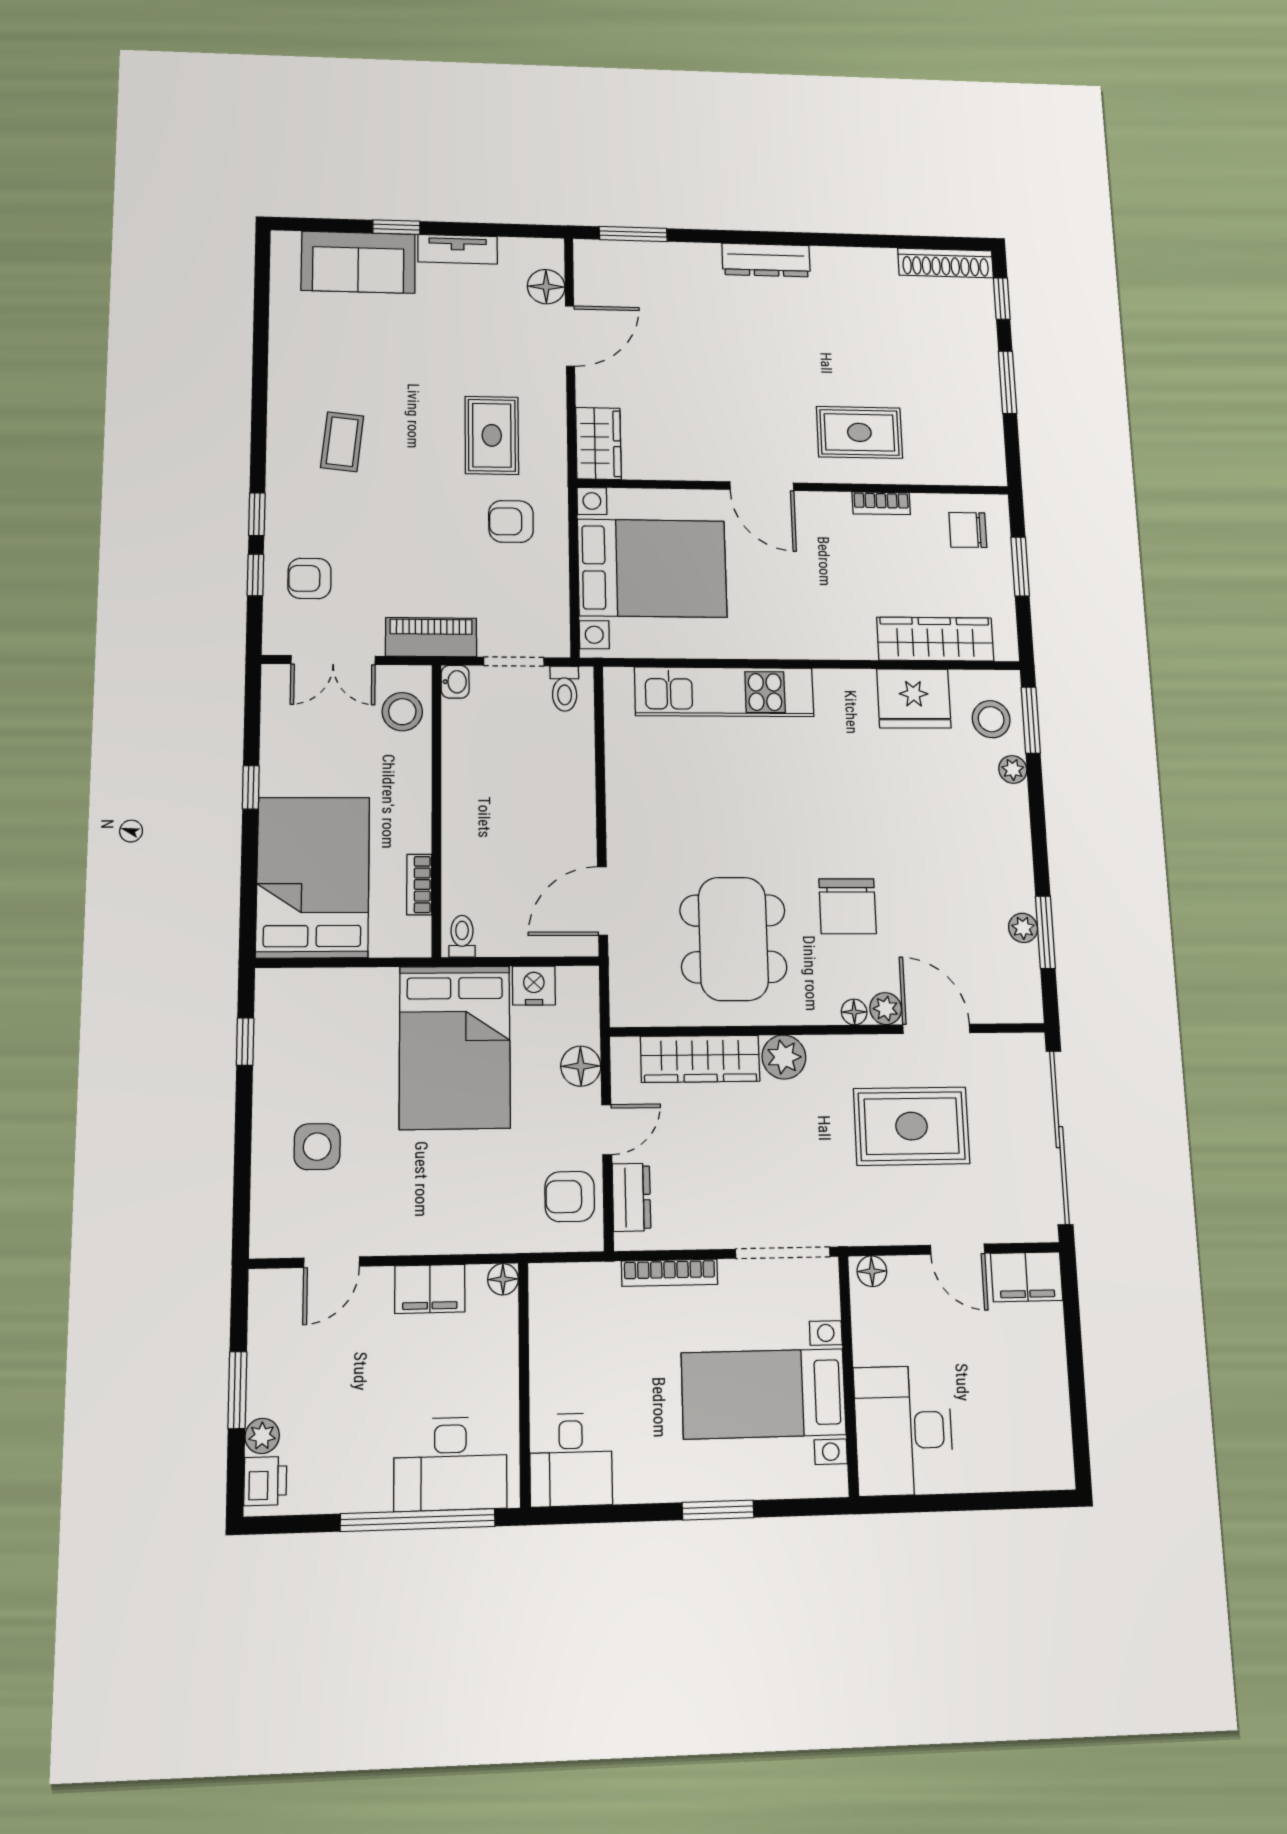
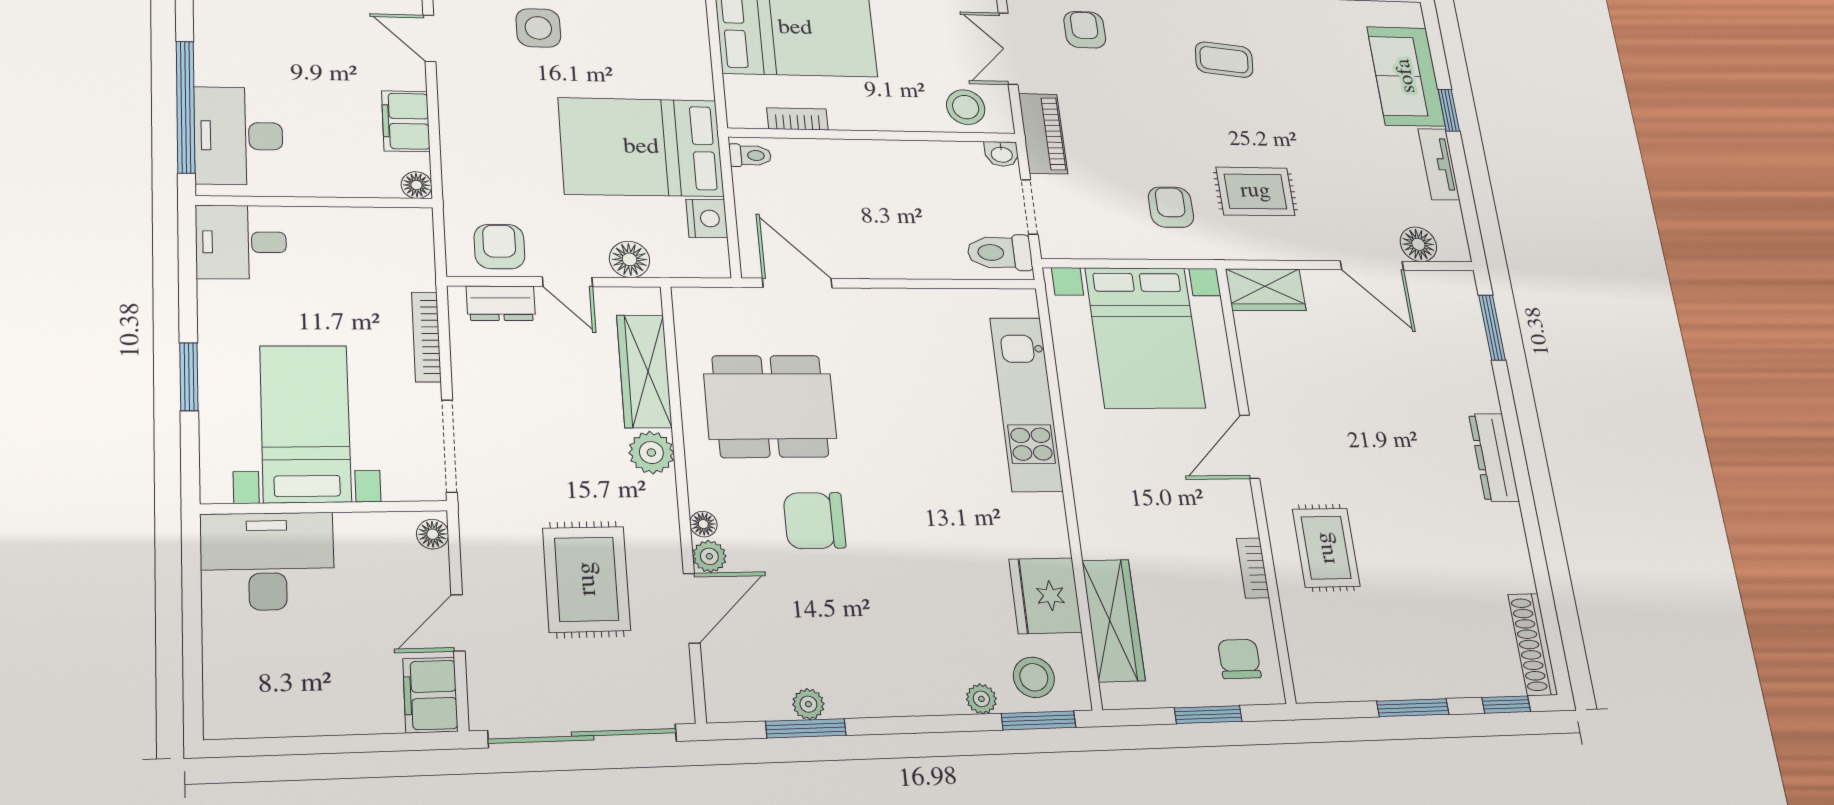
toilet: (565, 689) -> (1000, 253), width x1.37, depth x1.39

